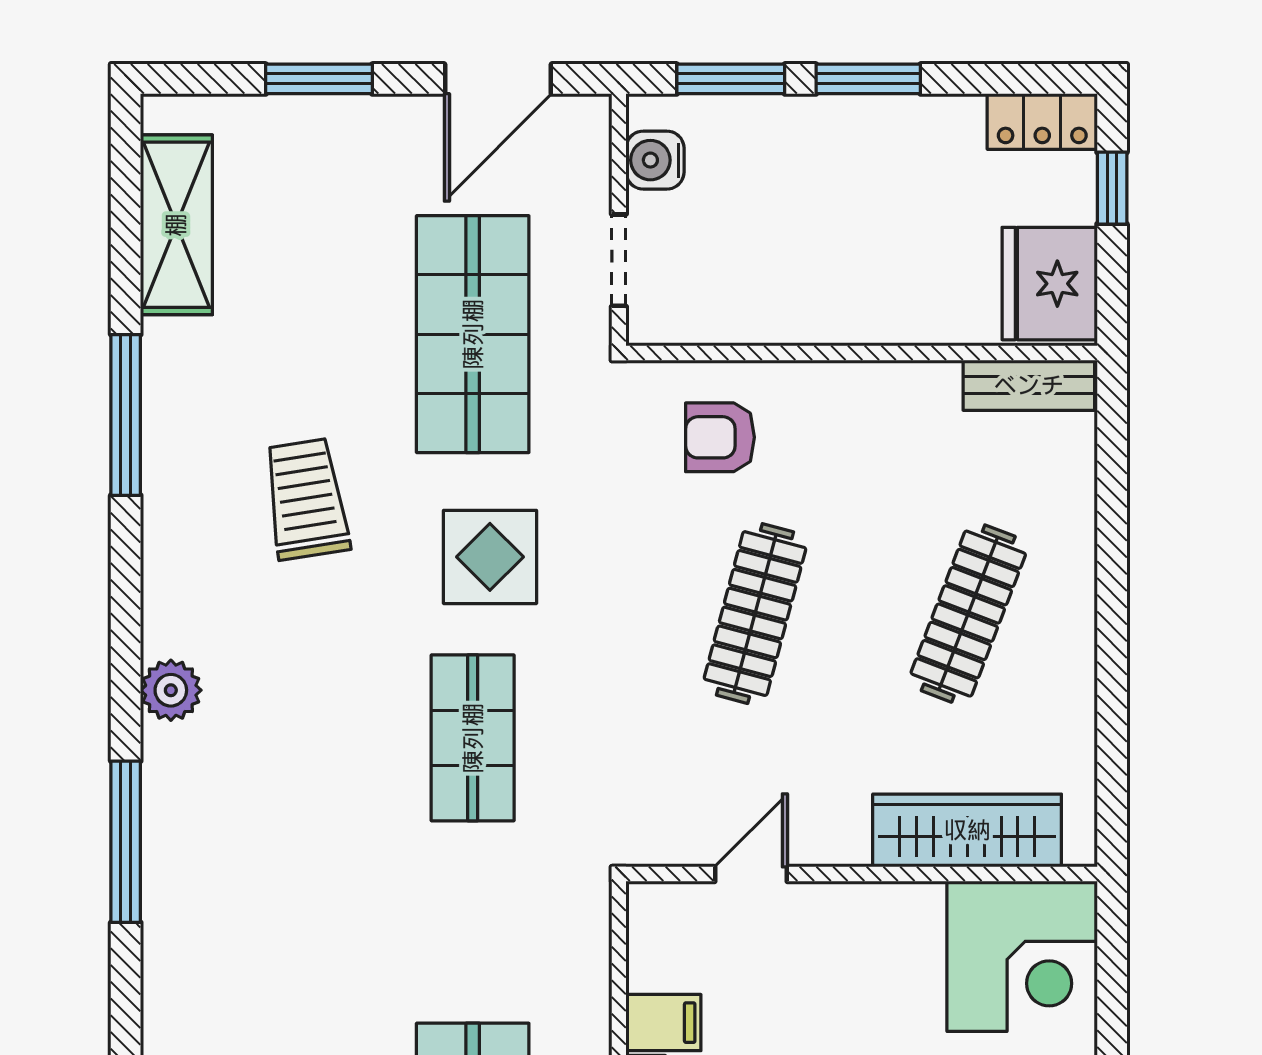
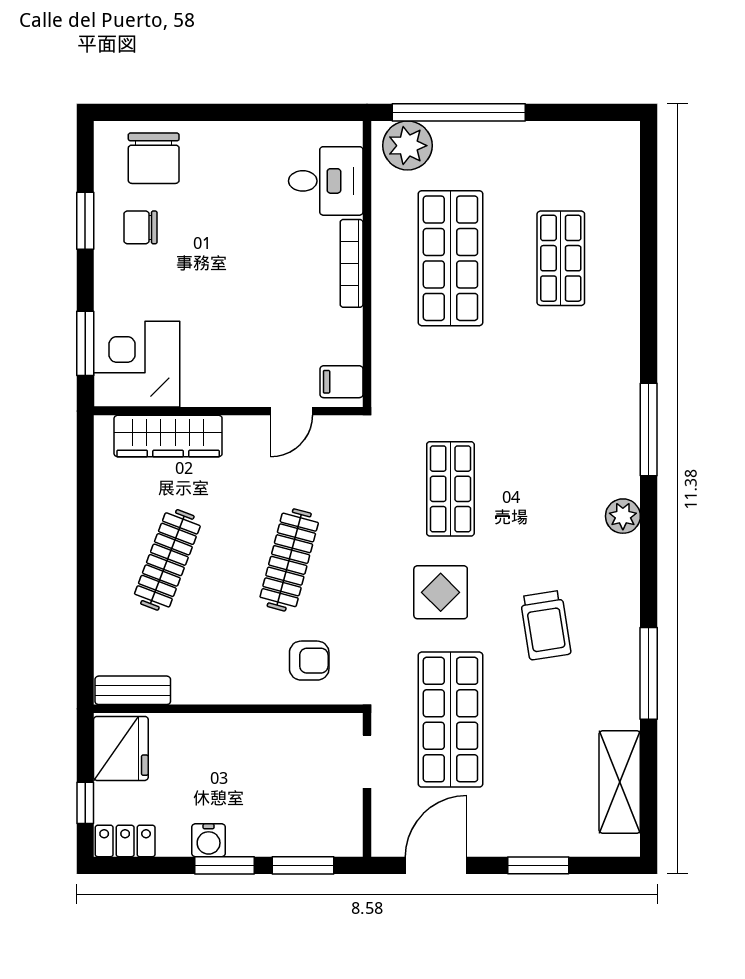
water cooler: (655, 160) -> (209, 840), moved, turned 90
window: (1112, 993) -> (85, 343), added
filing cabinet: (663, 1023) -> (341, 382), moved

